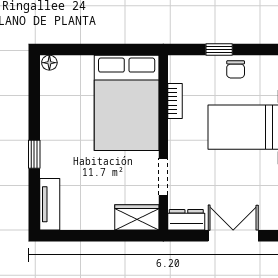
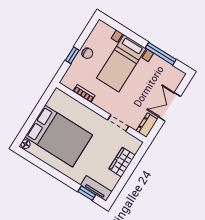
bed: (127, 103) -> (59, 136), moved
window: (34, 154) -> (87, 193), moved
wardrobe: (137, 217) -> (122, 162), moved

